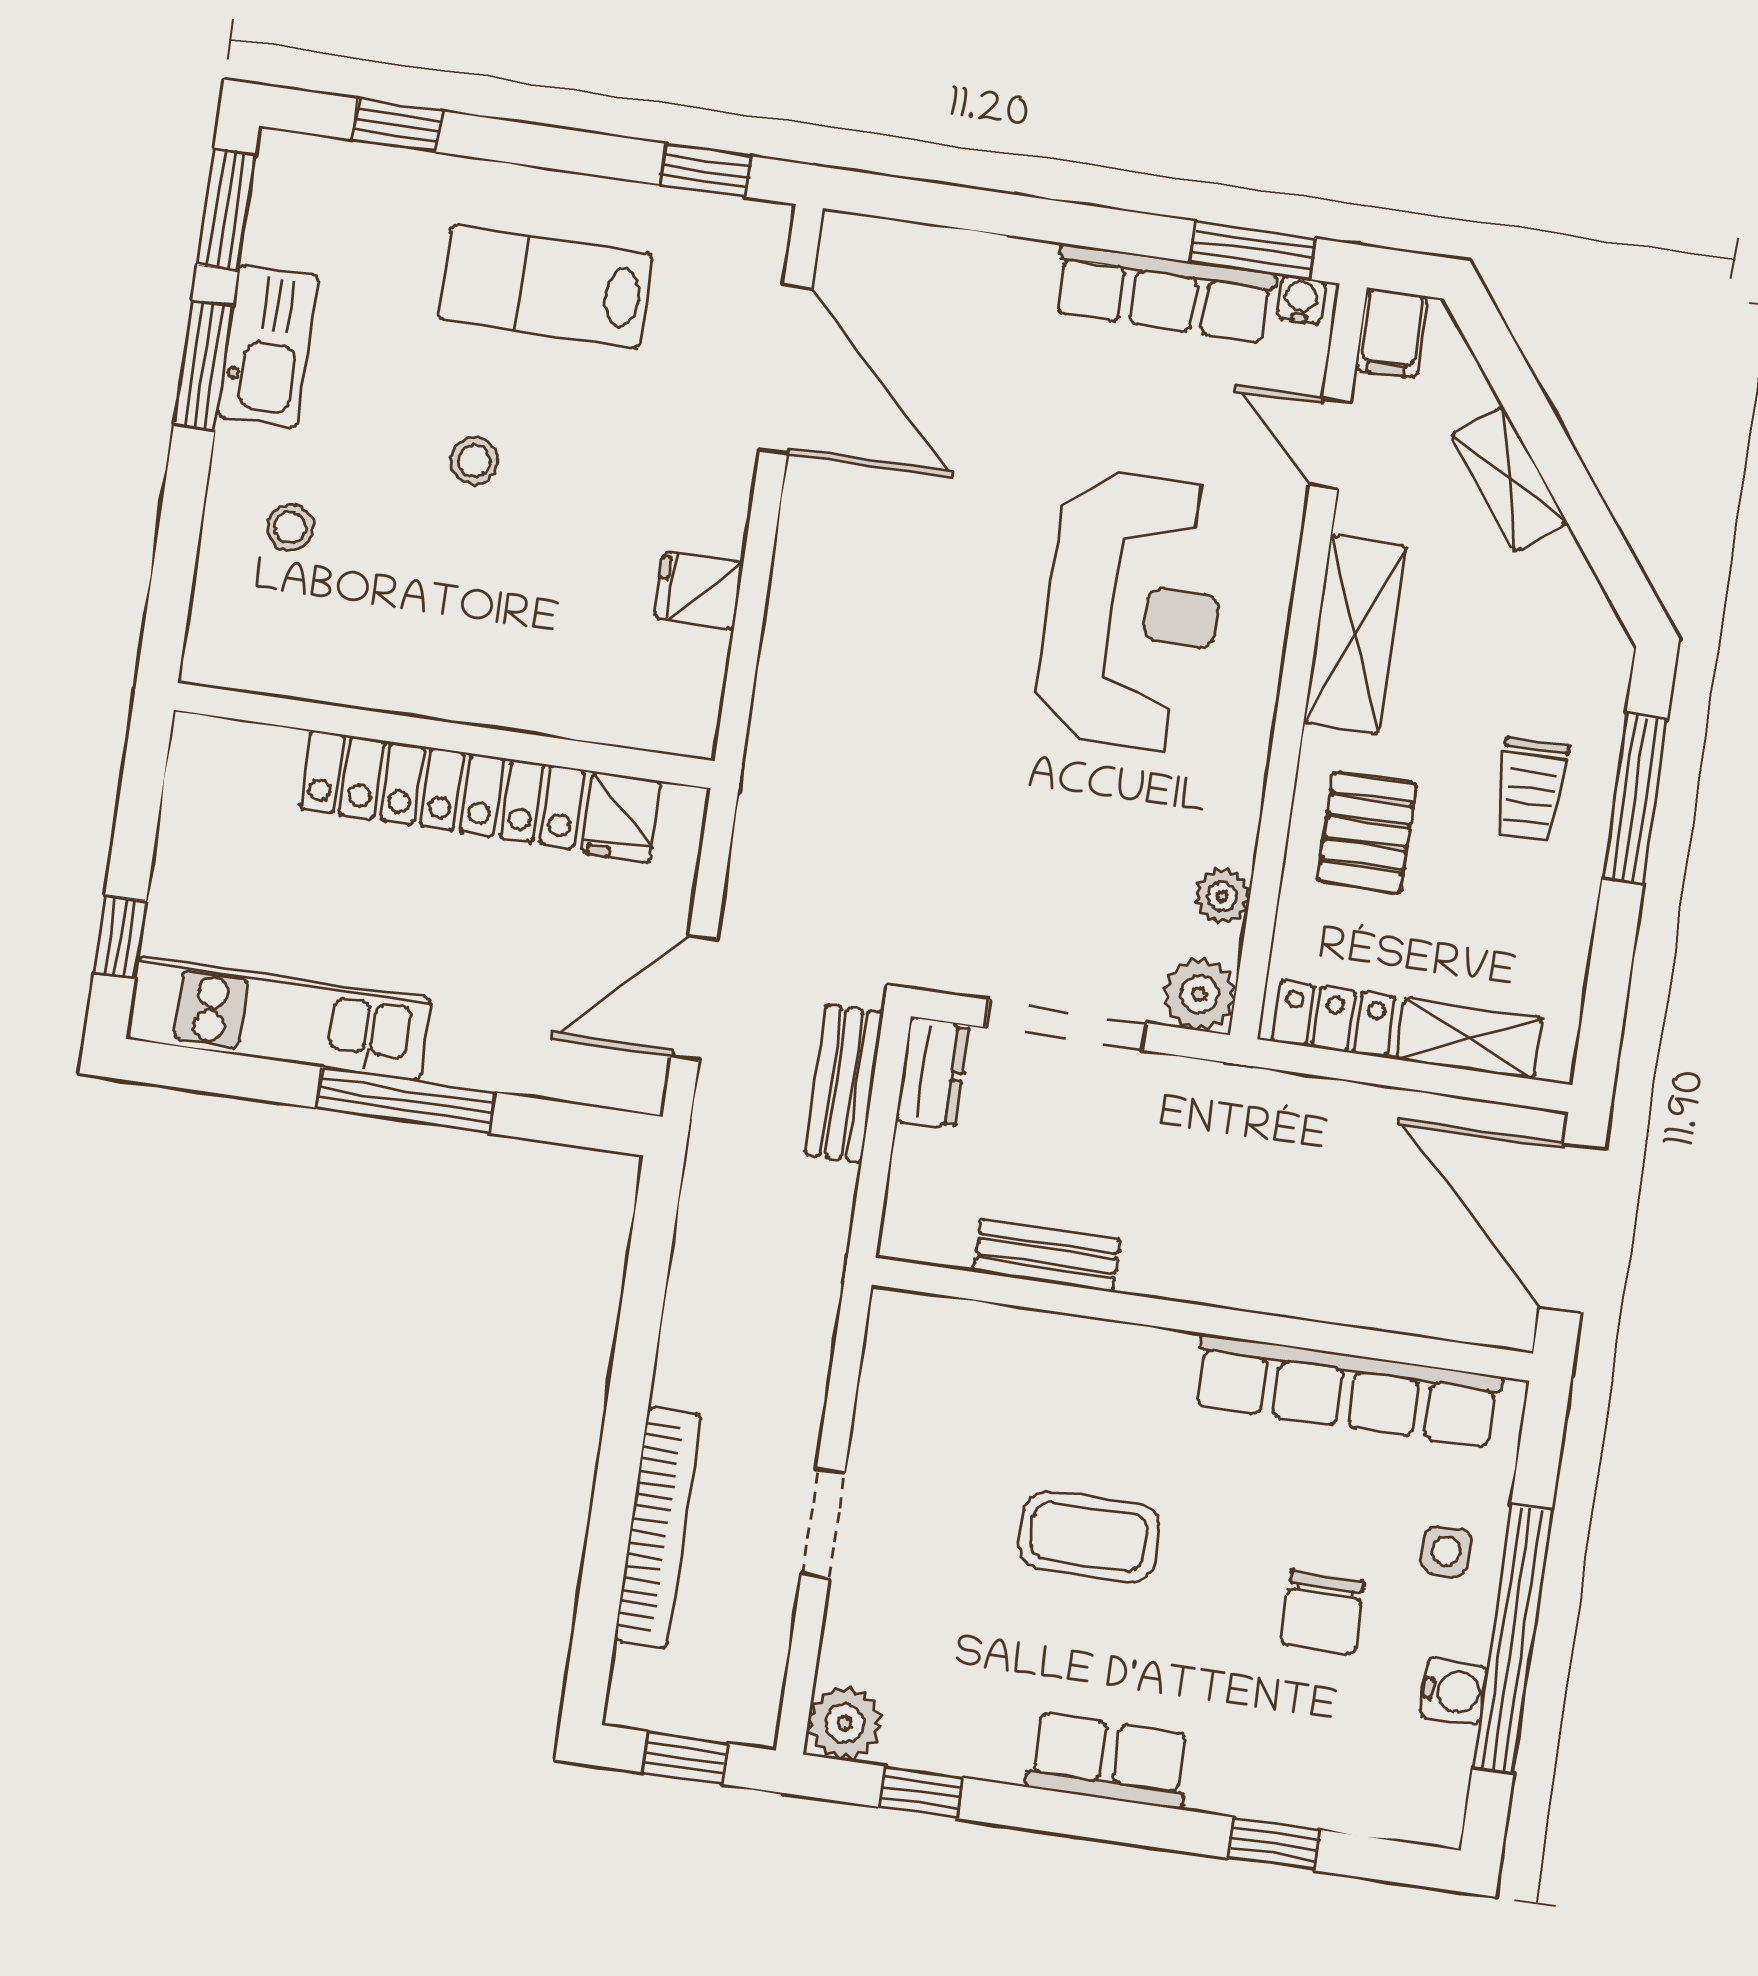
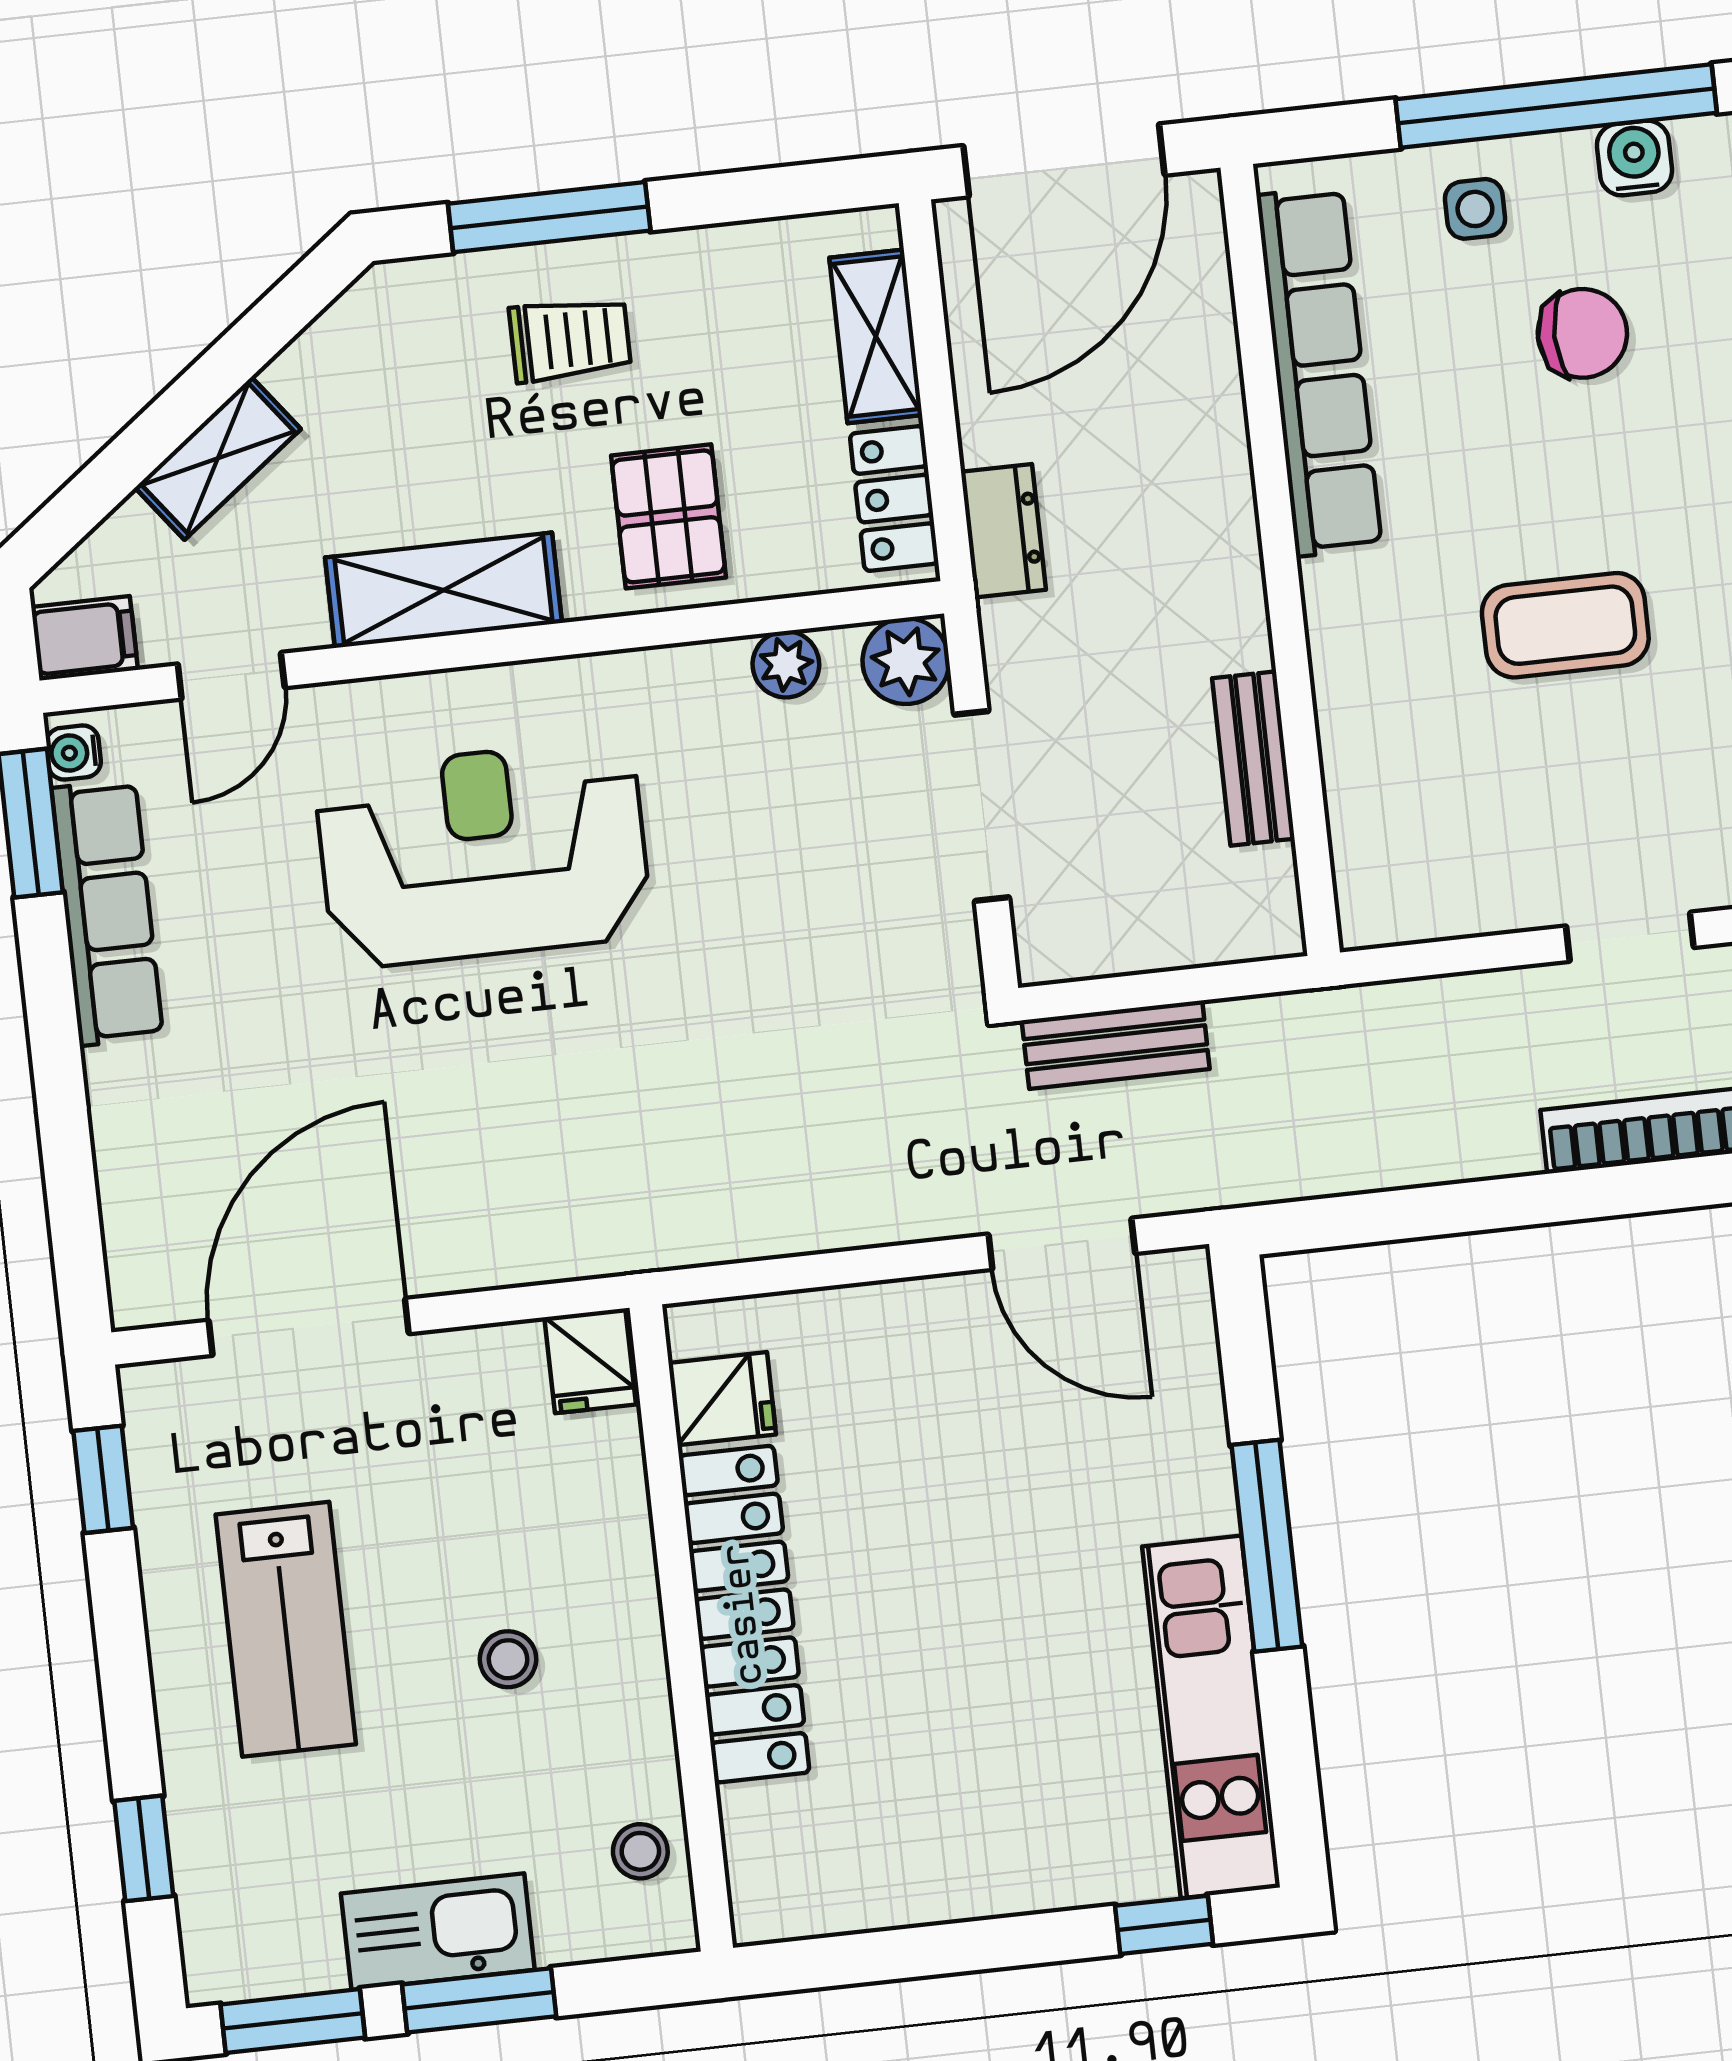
wall: (444, 736) -> (681, 1628), moved
locker: (442, 789) -> (744, 1614), moved
fridge: (621, 817) -> (722, 1399), moved
pallet: (1367, 832) -> (668, 516), turned 90
dresser: (933, 1073) -> (1003, 531), moved, turned 90
coffee table: (1089, 1537) -> (1565, 625), turned 90

